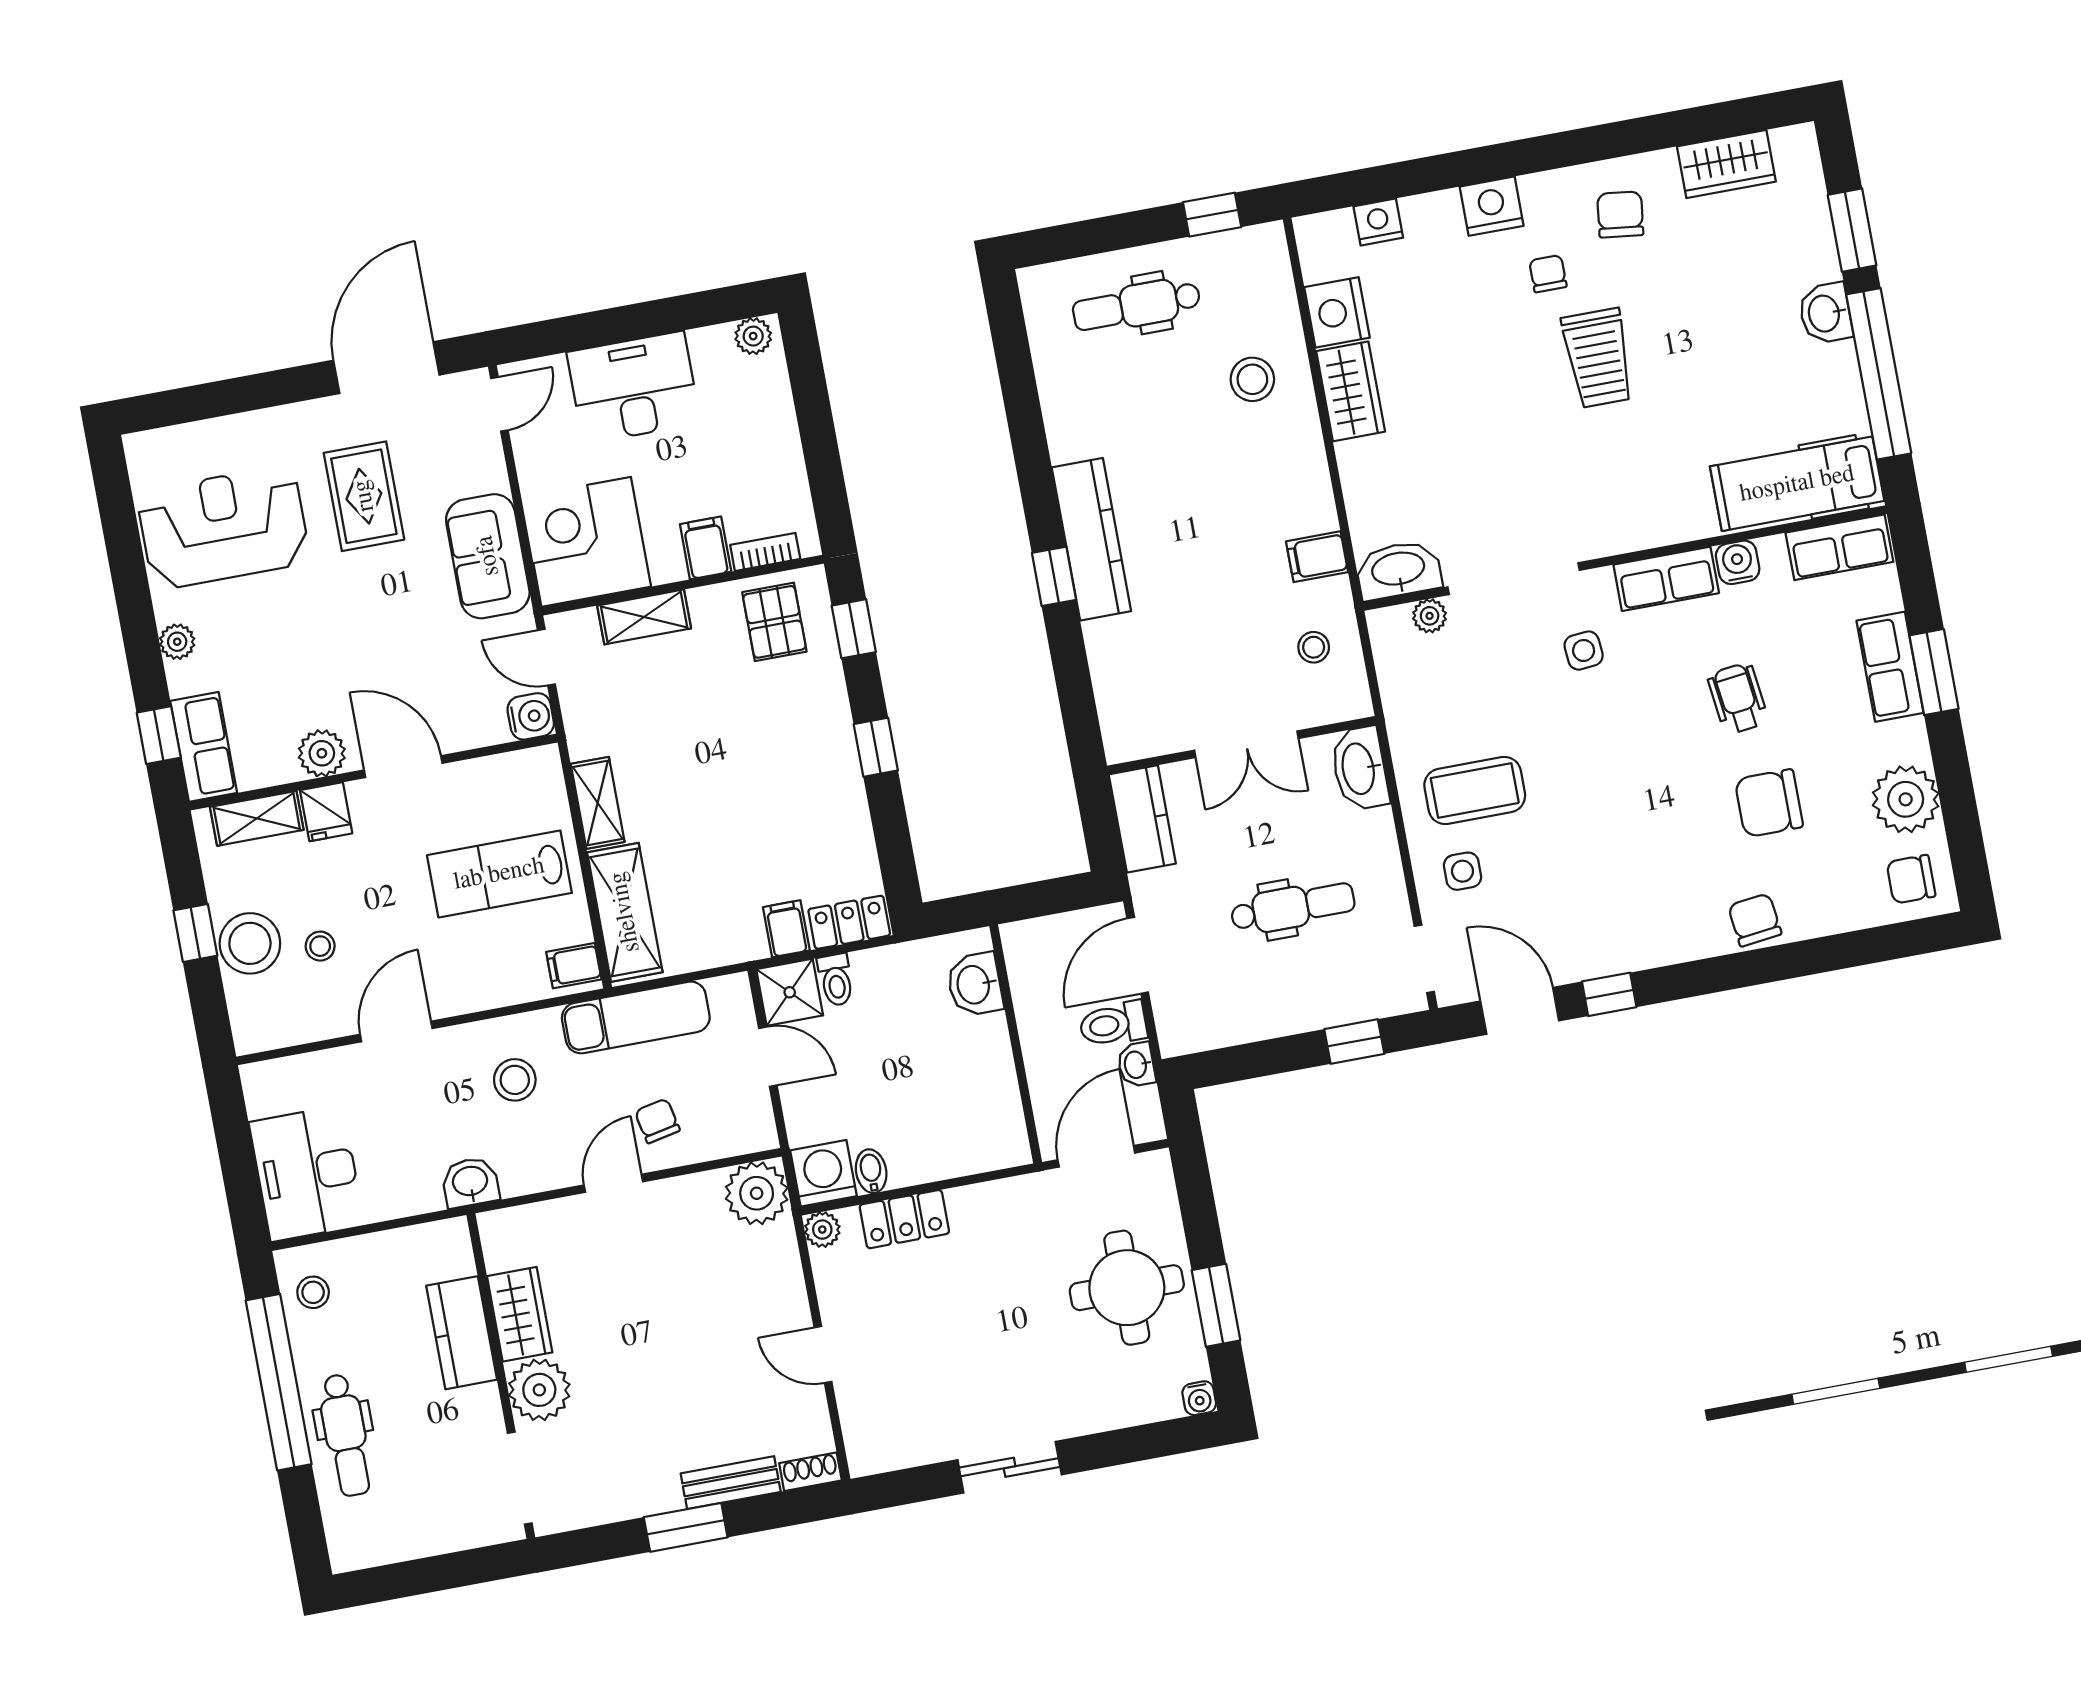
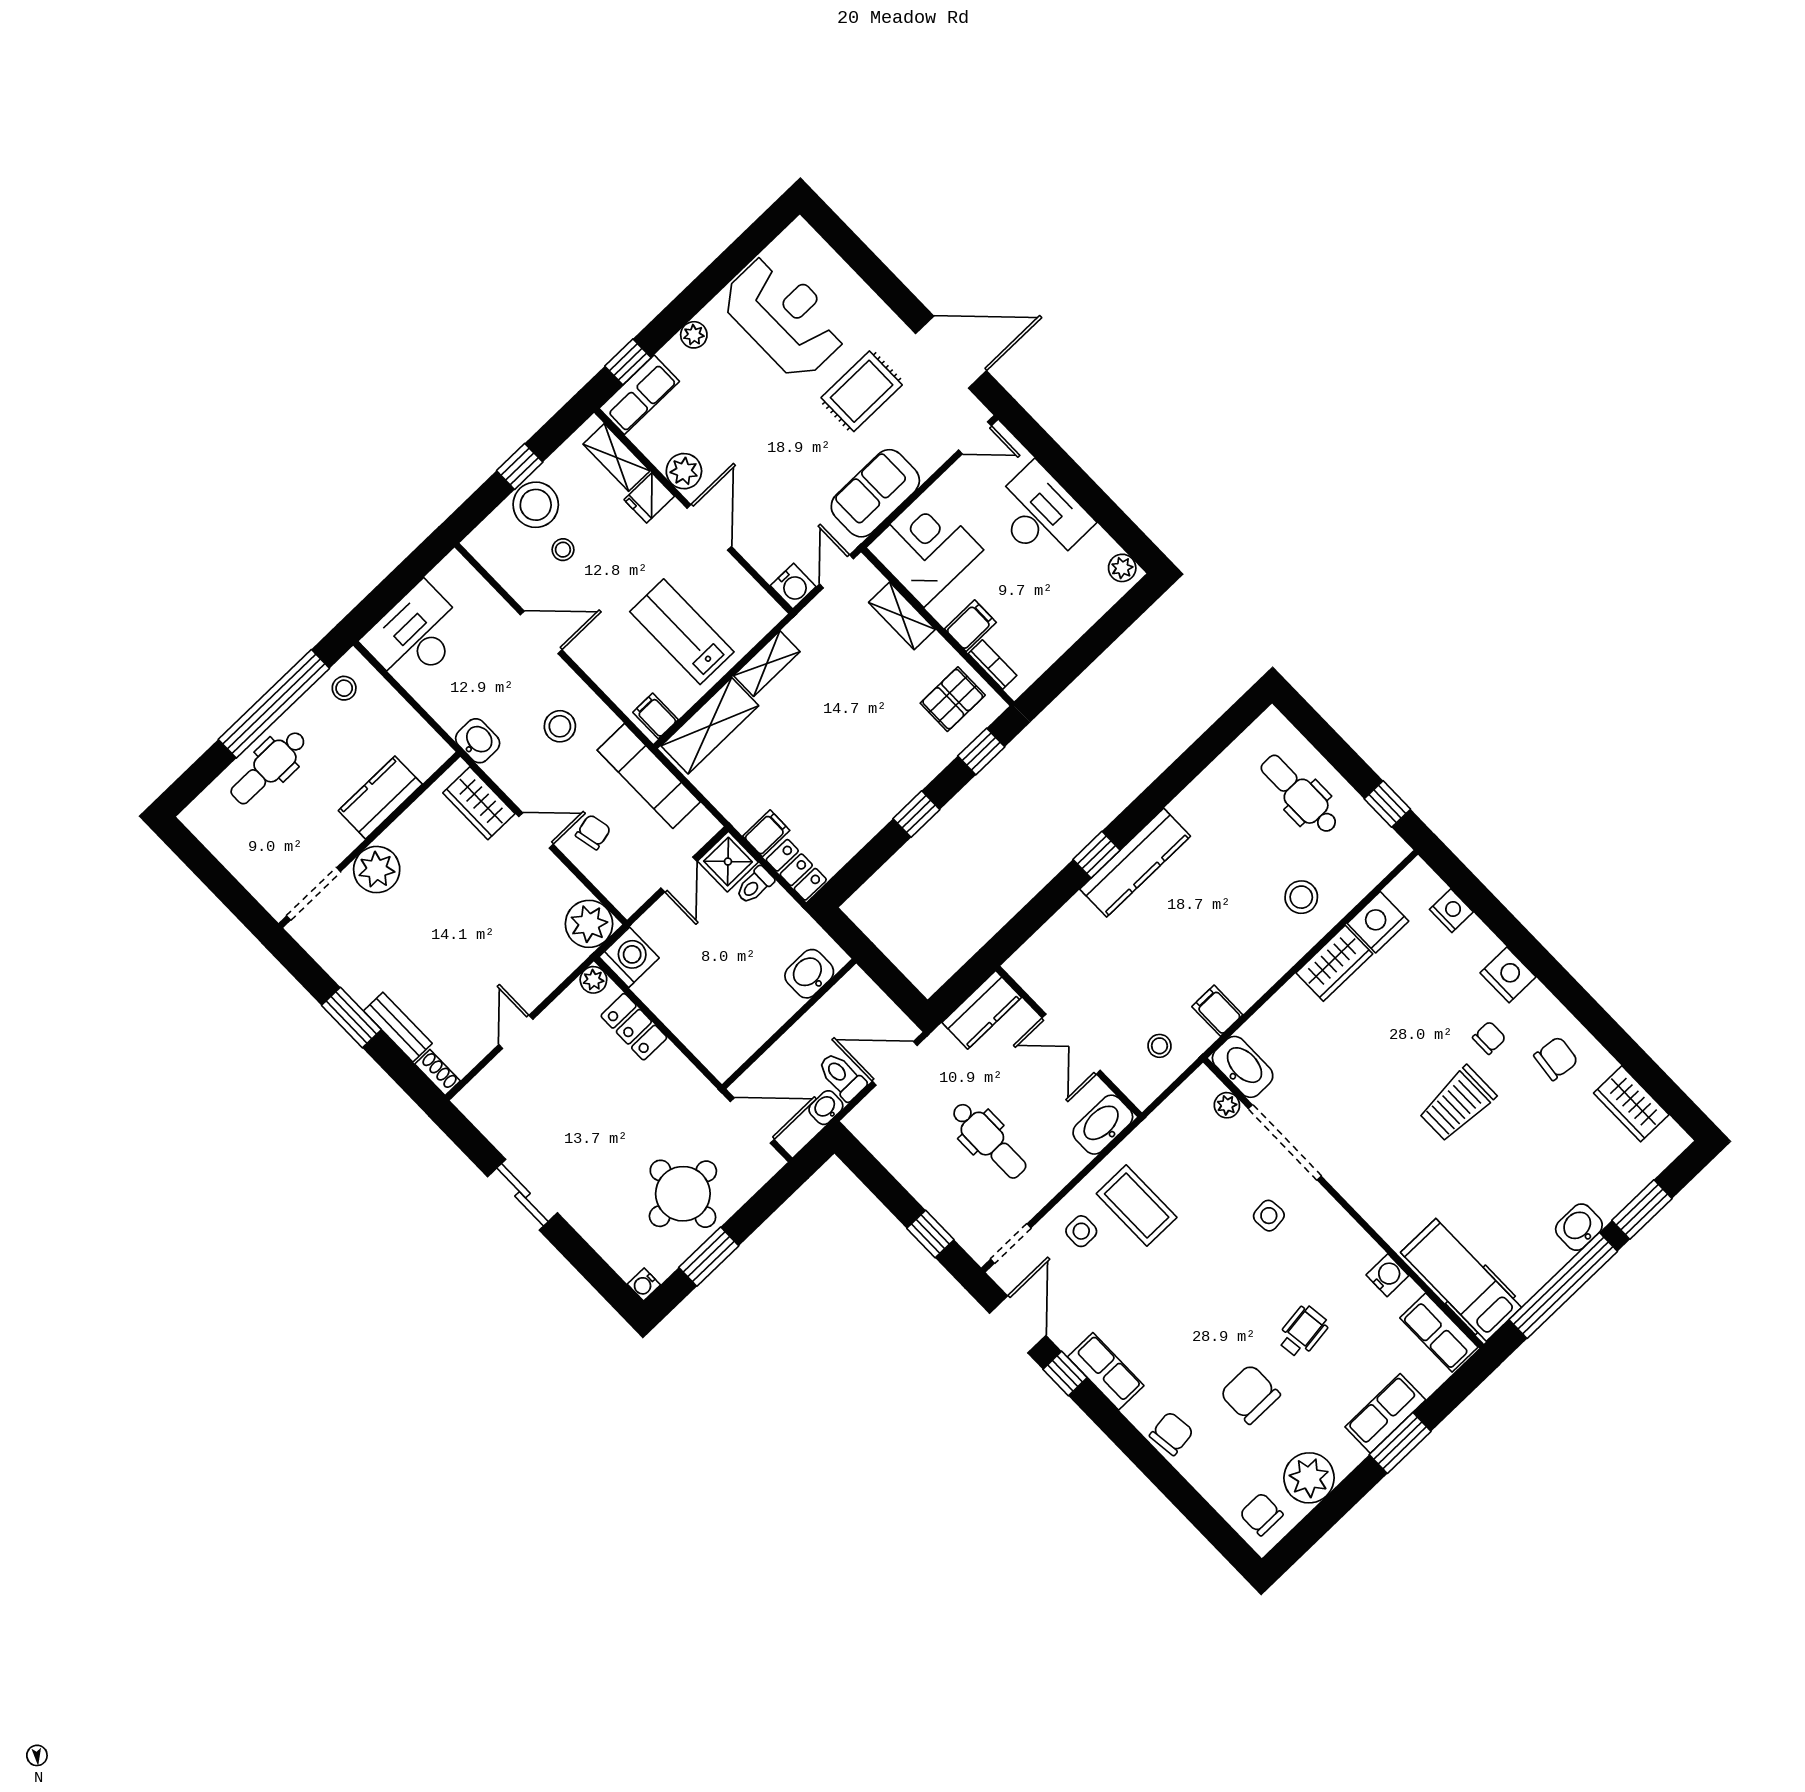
row of seats: (1666, 579) -> (1106, 1371), moved, turned 180
bidet: (871, 1171) -> (650, 986), removed
wardrobe: (520, 1314) -> (479, 803), moved, turned 90

